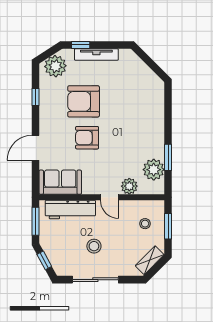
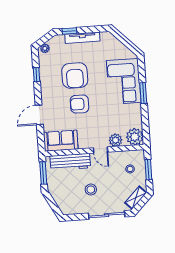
plant: (55, 66) -> (45, 48), width x0.53, depth x0.53
armchair: (84, 101) -> (75, 76), turned -90
corner sofa: (145, 113) -> (124, 81), added
window: (168, 157) -> (143, 93), moved
plant: (154, 170) -> (135, 137), moved
window: (44, 260) -> (52, 203), removed
sliding door: (95, 280) -> (107, 215), moved

